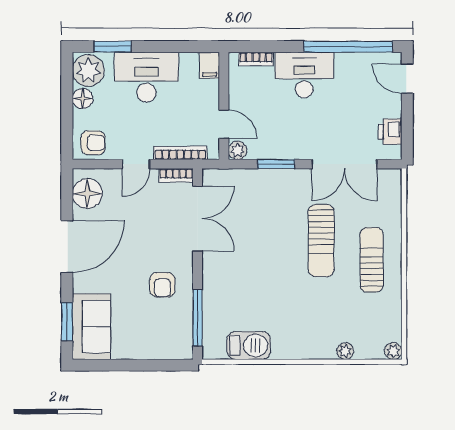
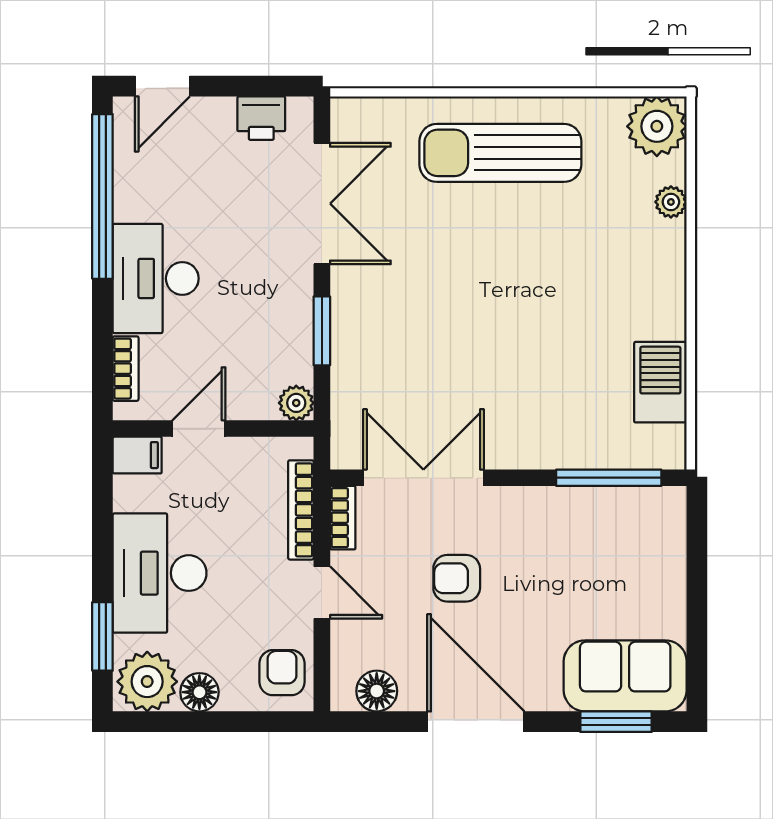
door: (224, 124) -> (199, 429), moved
floor lamp: (87, 193) -> (377, 691), width x0.73, depth x0.73
sun lounger: (321, 241) -> (464, 247), removed
sun lounger: (372, 260) -> (500, 153), width x1.36, depth x1.34
armchair: (162, 285) -> (457, 578), moved, turned 180
plant: (393, 351) -> (657, 126), width x1.88, depth x1.88

